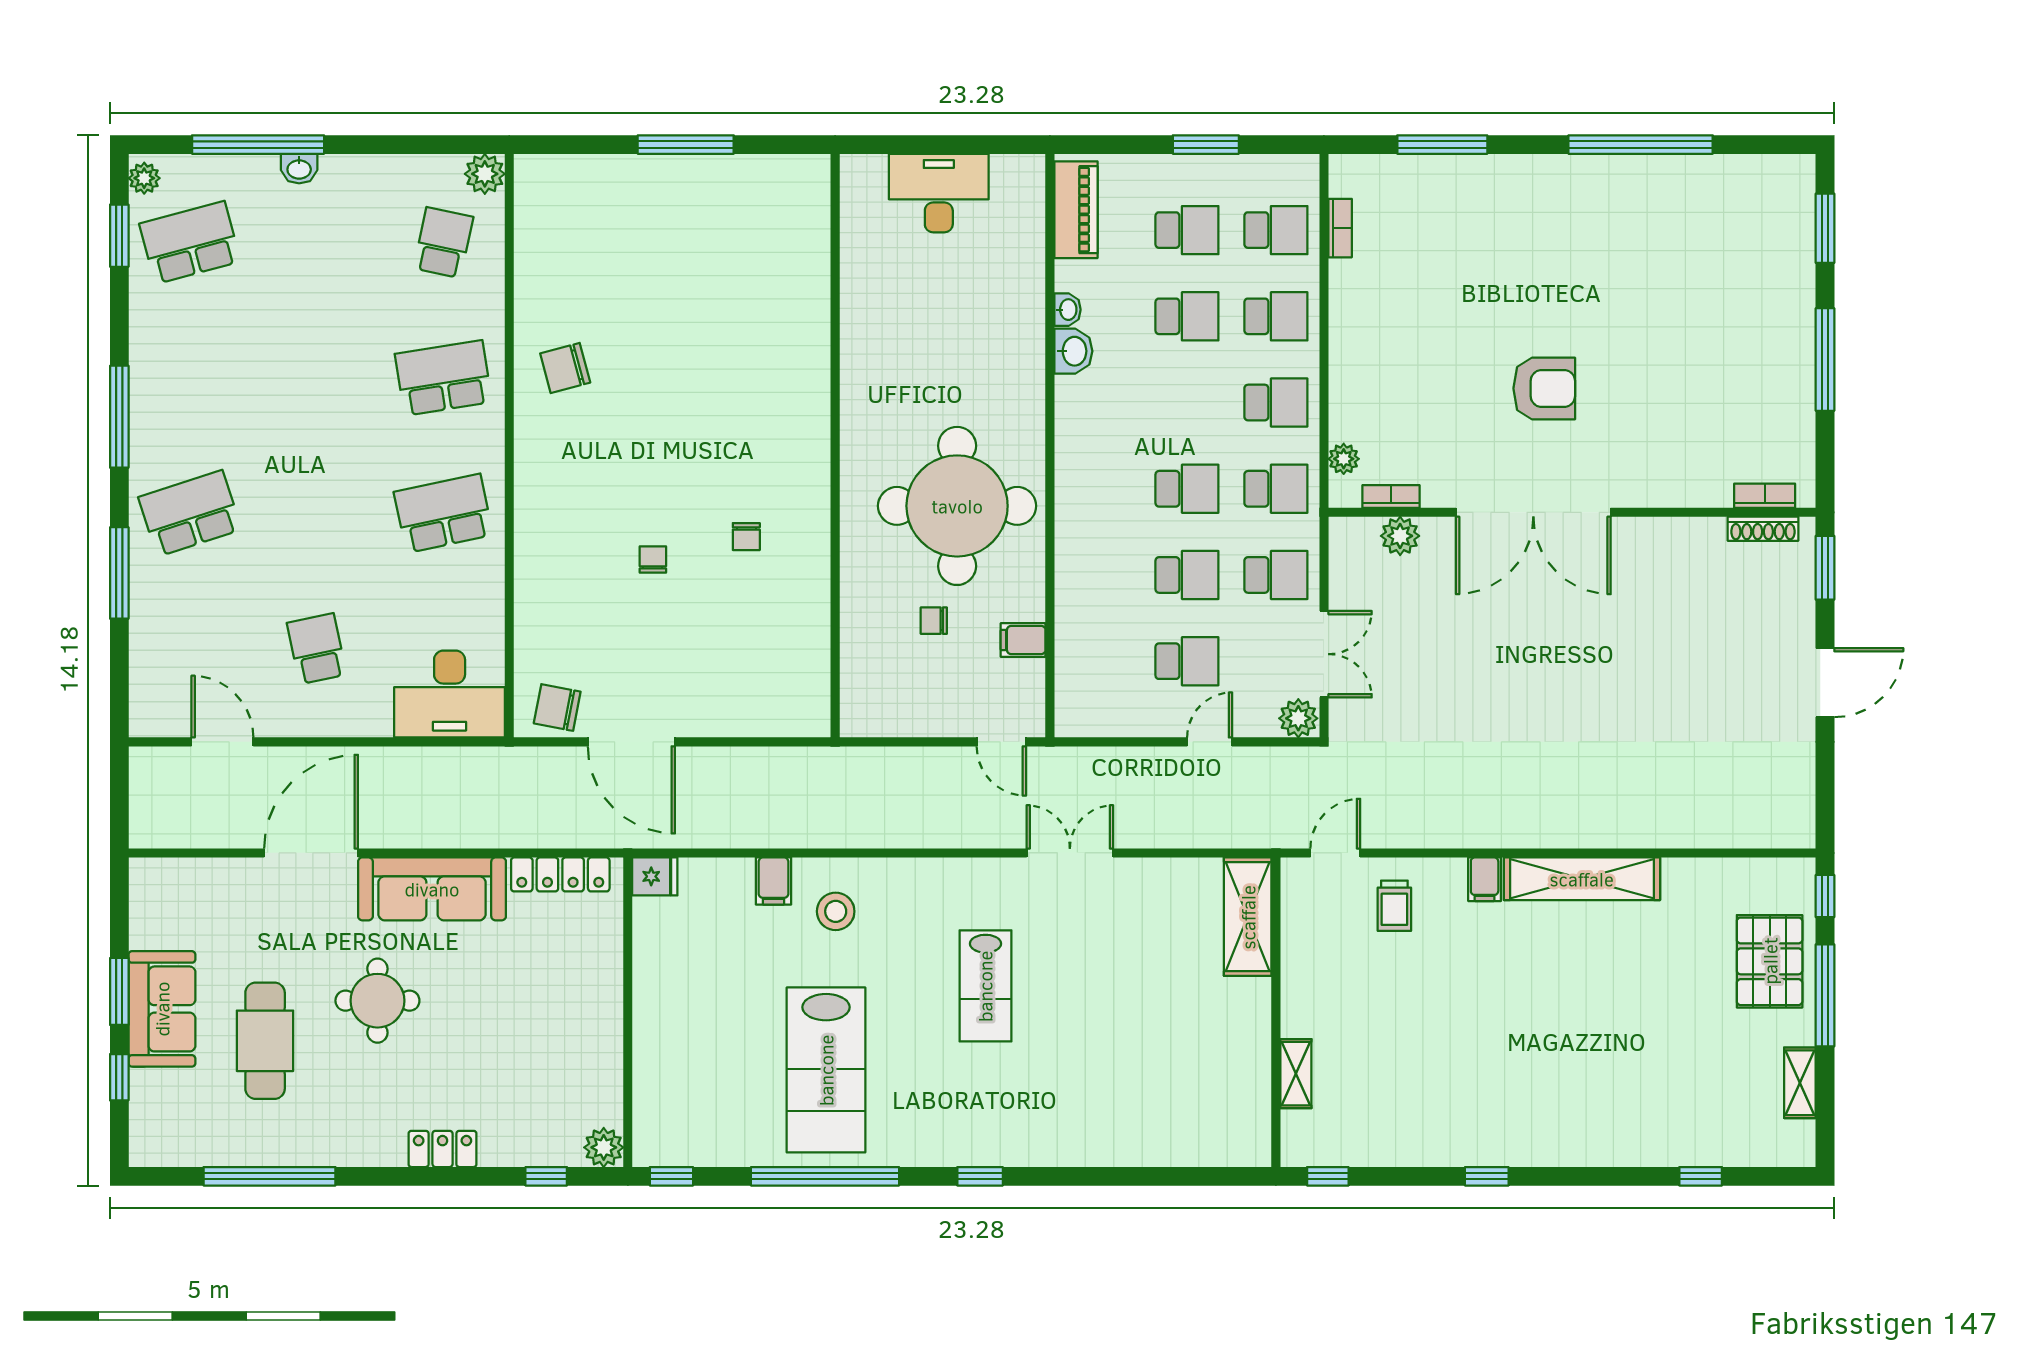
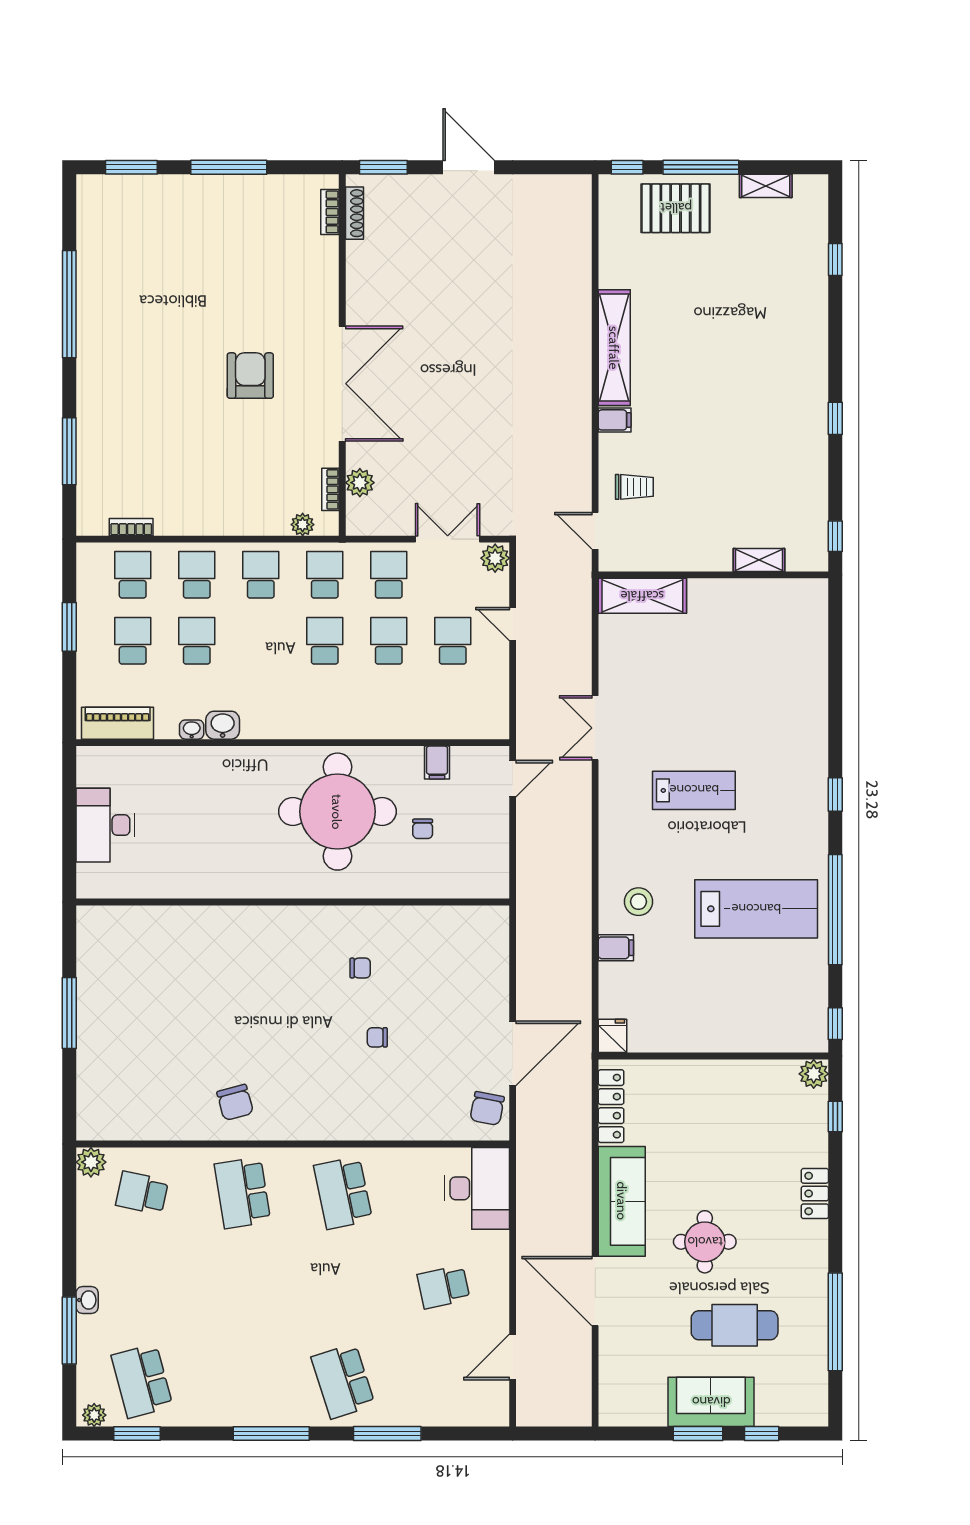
window: (258, 145) -> (69, 1330), width x0.68

